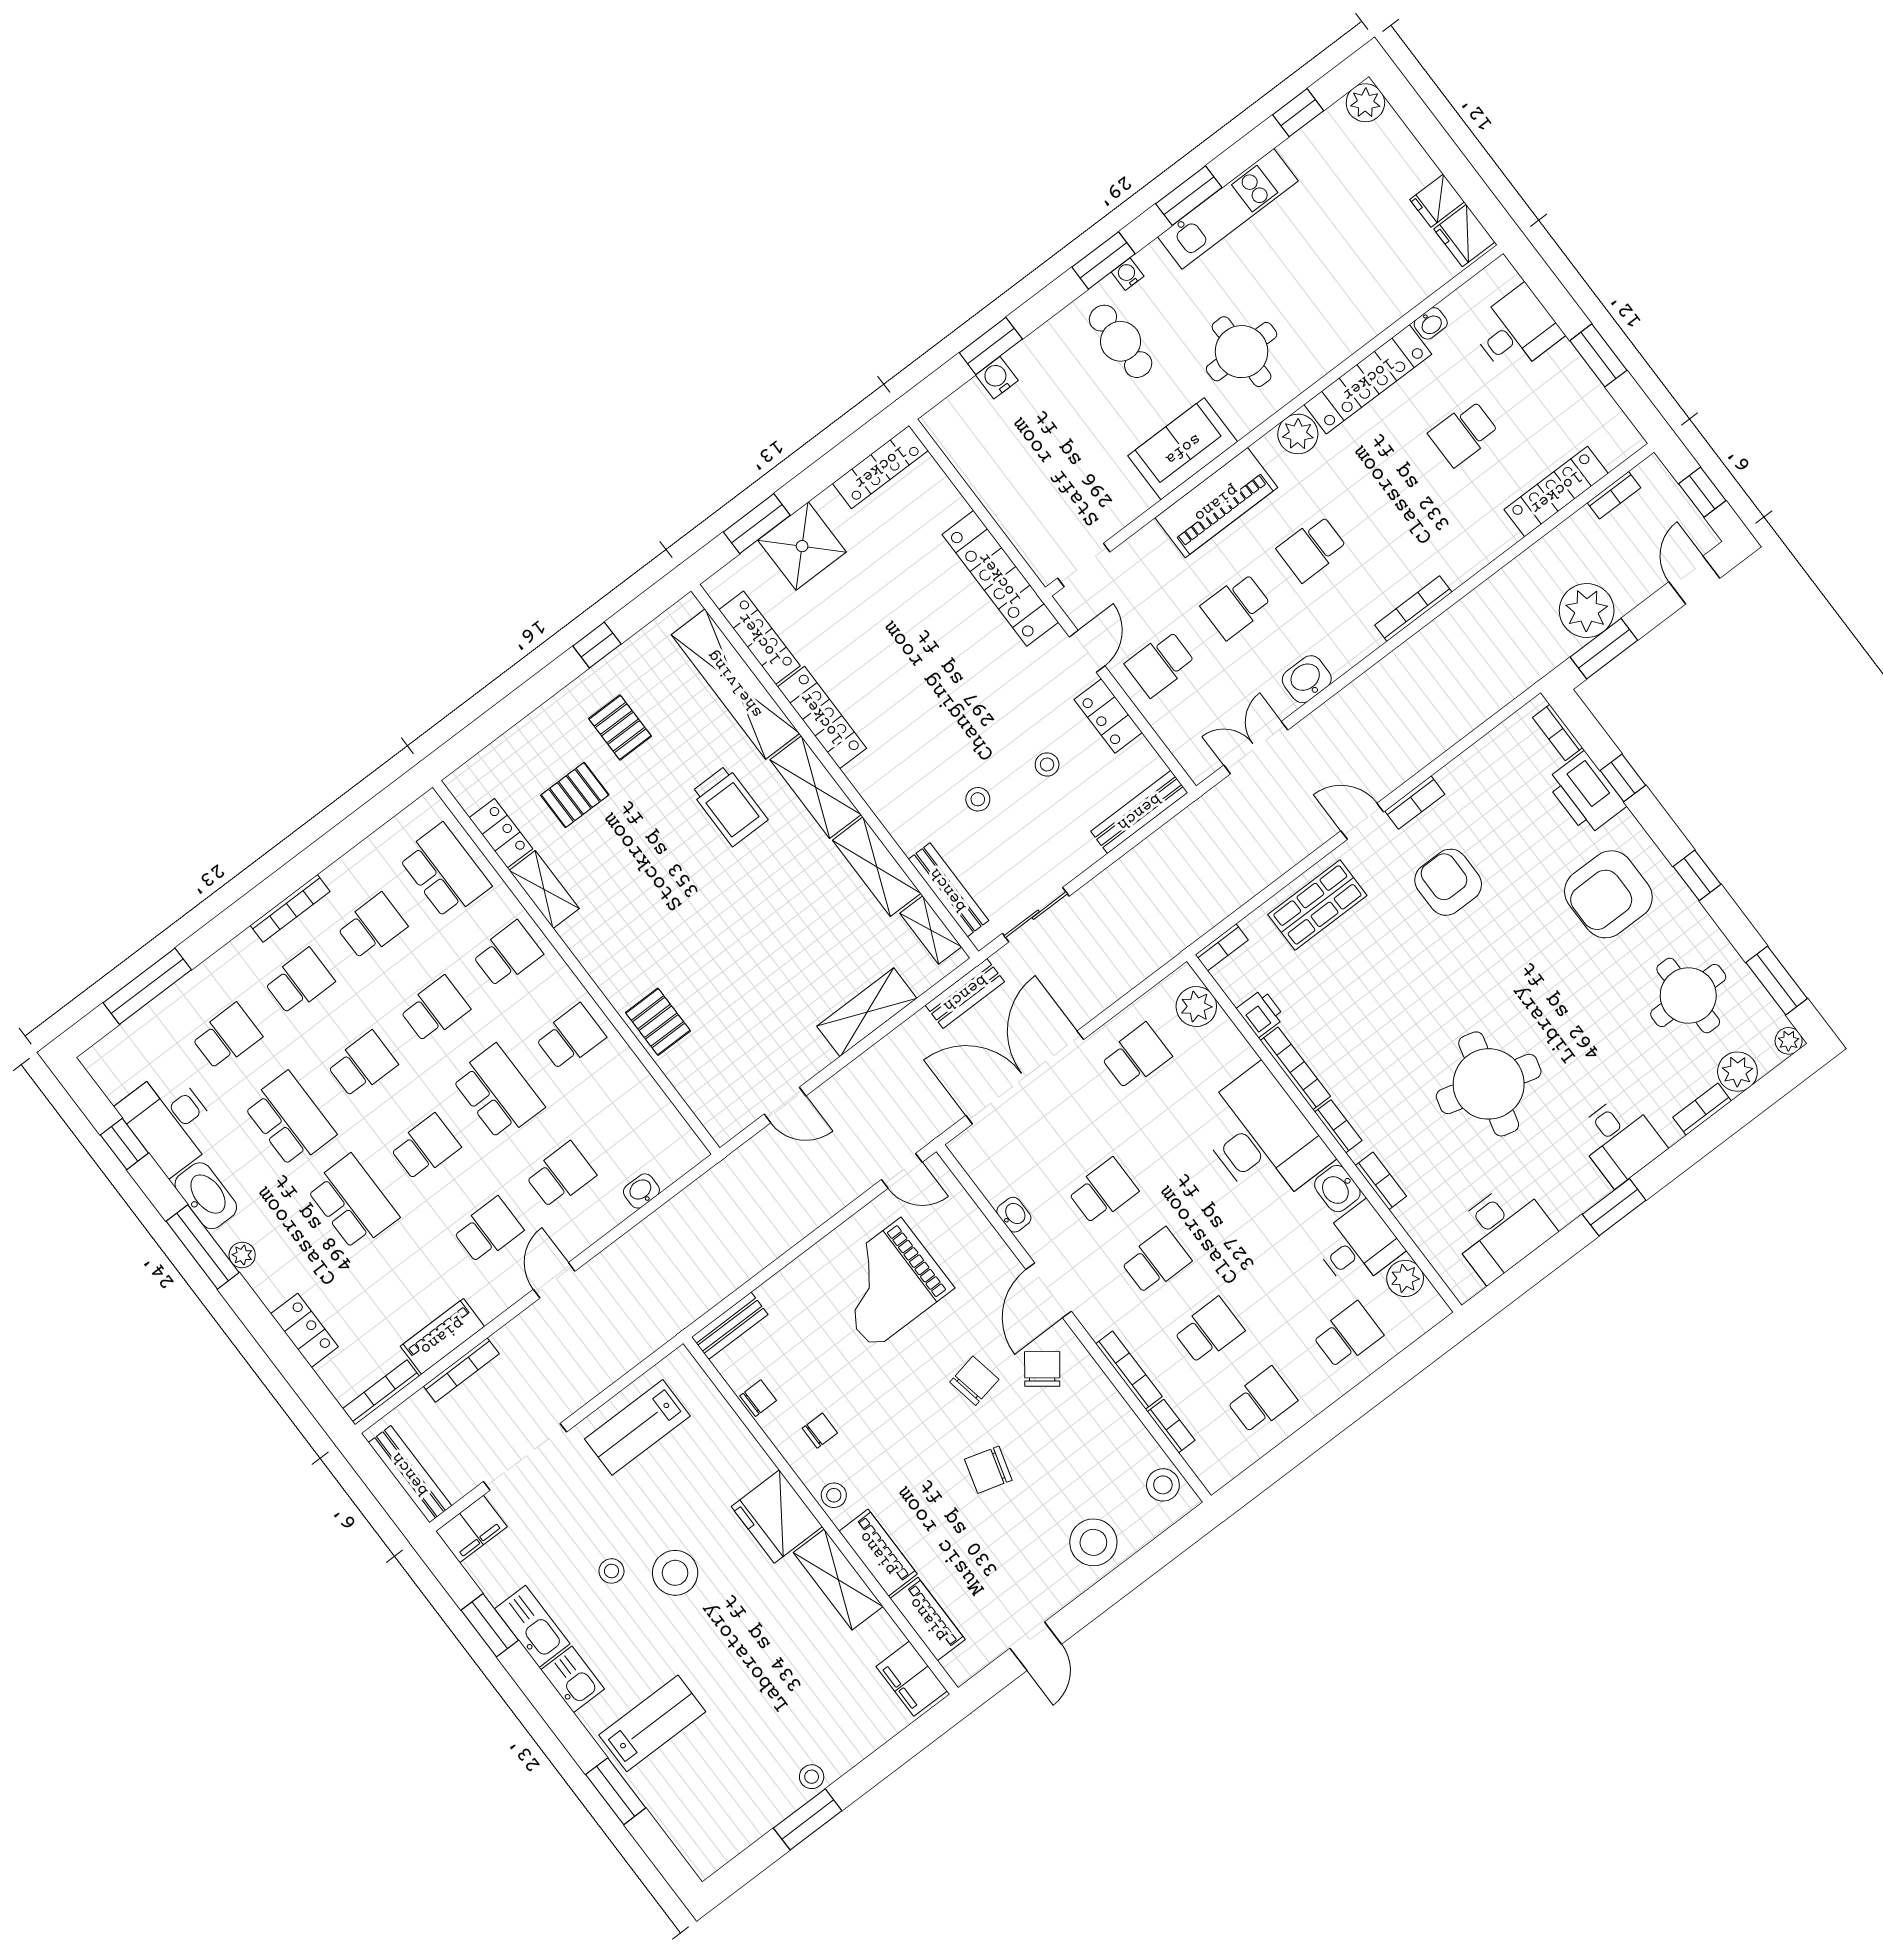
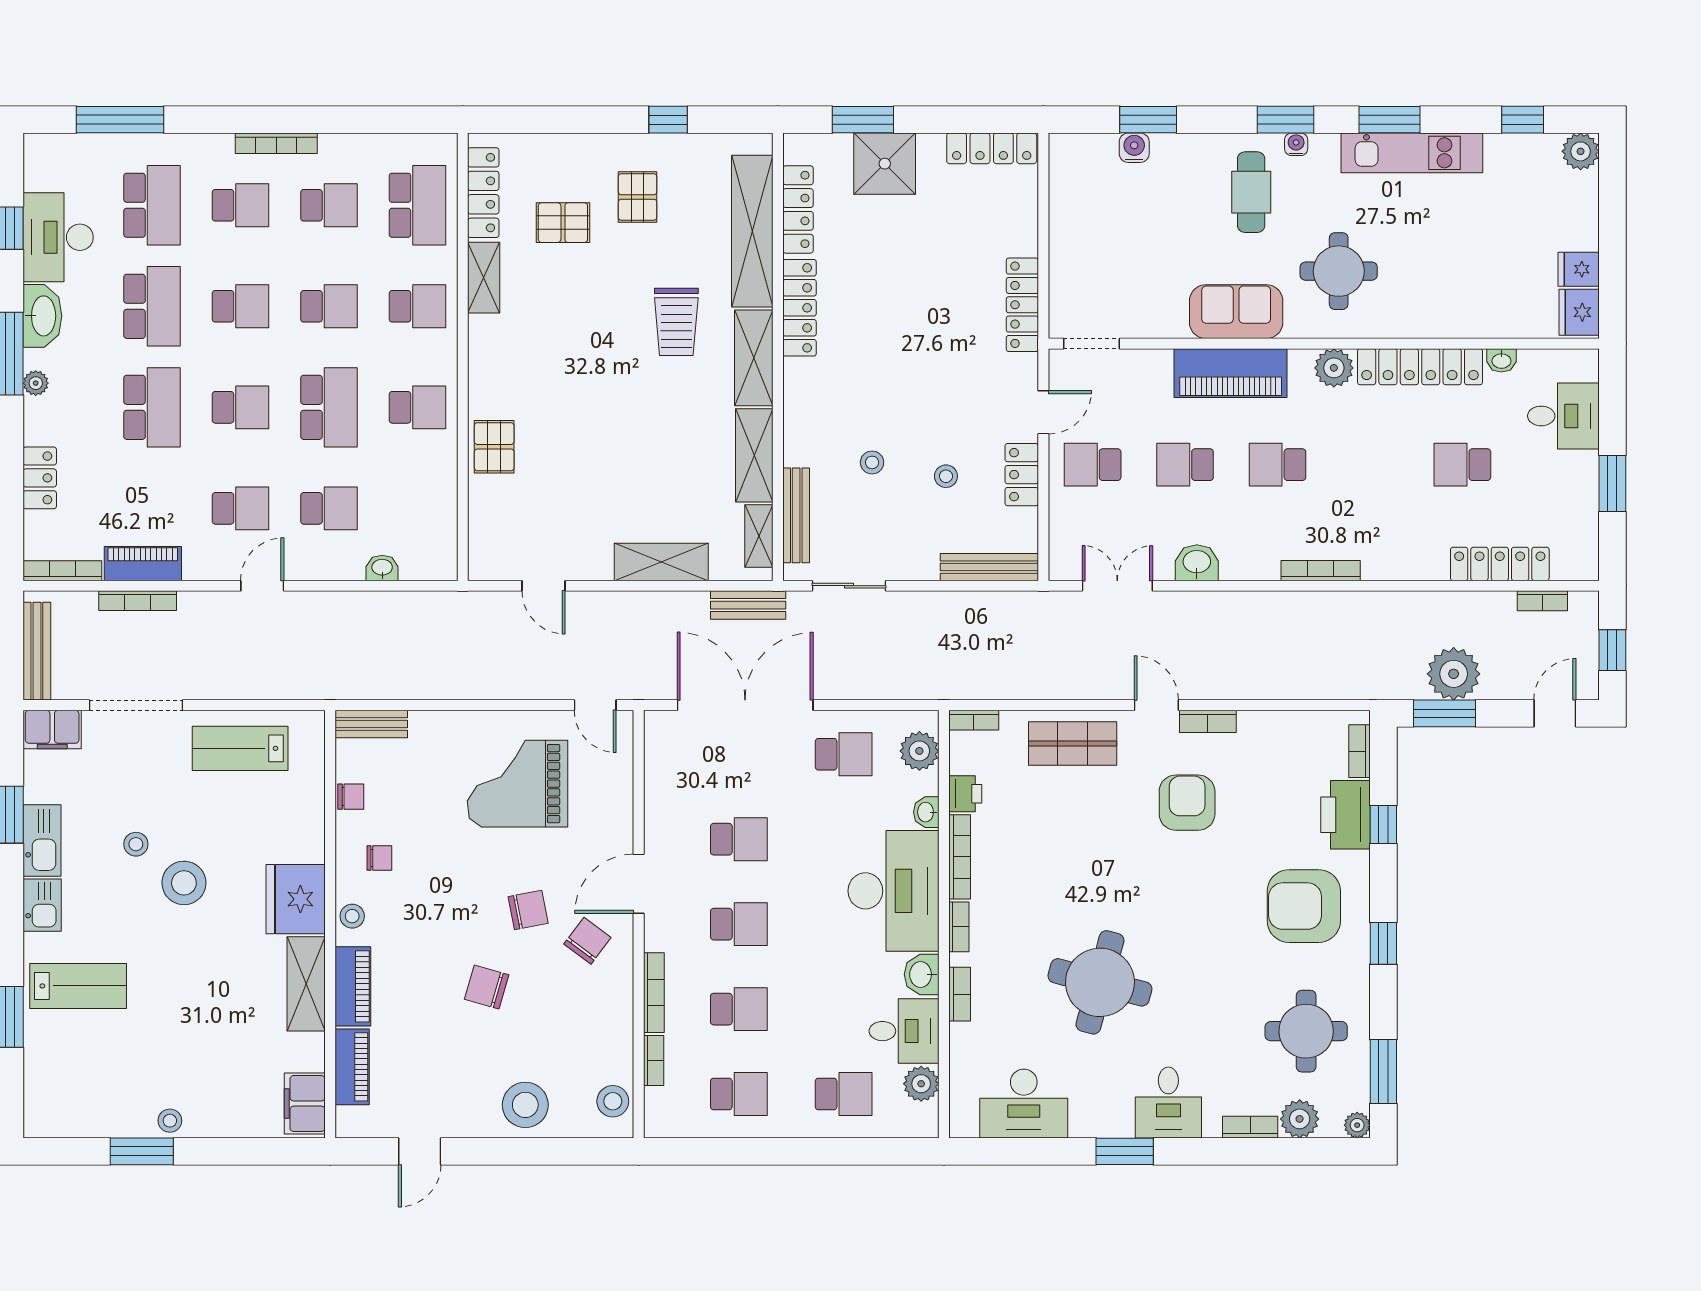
locker: (1000, 578) -> (1022, 305), width x0.71, depth x0.83
locker: (501, 833) -> (483, 193), width x1.53
school desk: (227, 1037) -> (152, 205), width x1.85
washbasin: (1014, 1215) -> (926, 812), moved, turned 180

